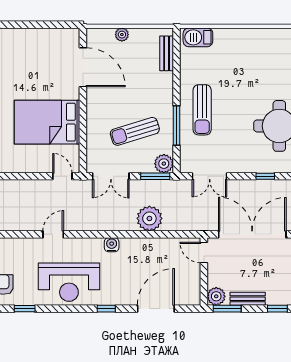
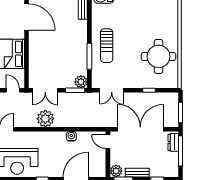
sun lounger: (135, 131) -> (61, 60), removed
plant: (149, 218) -> (45, 119), moved
water cooler: (112, 245) -> (71, 136), moved

